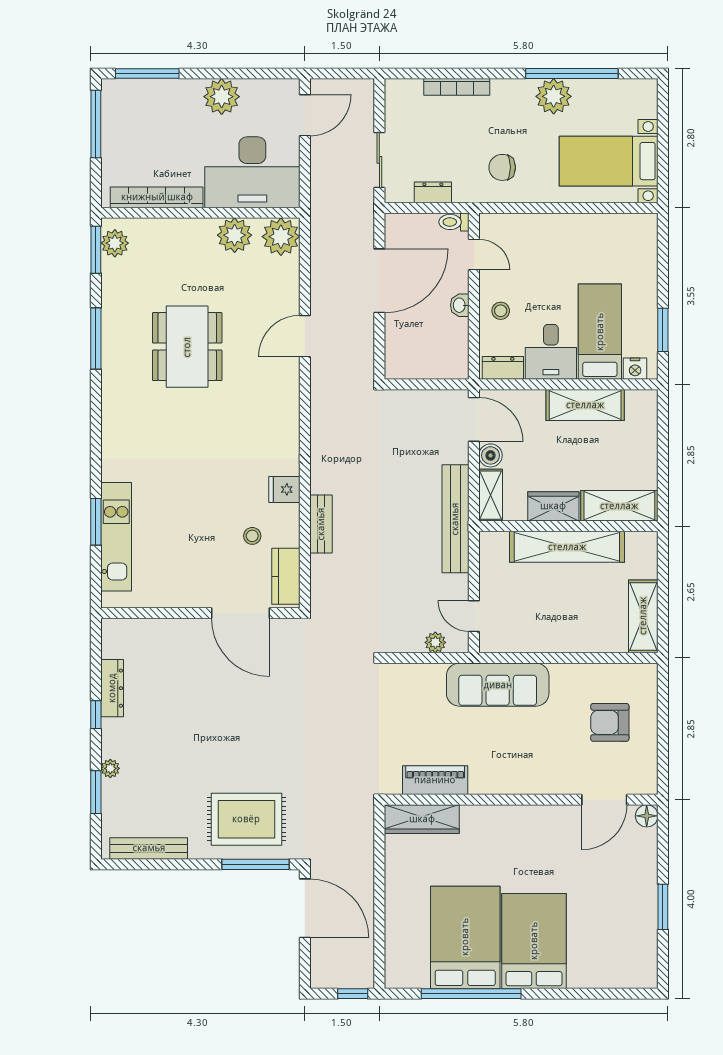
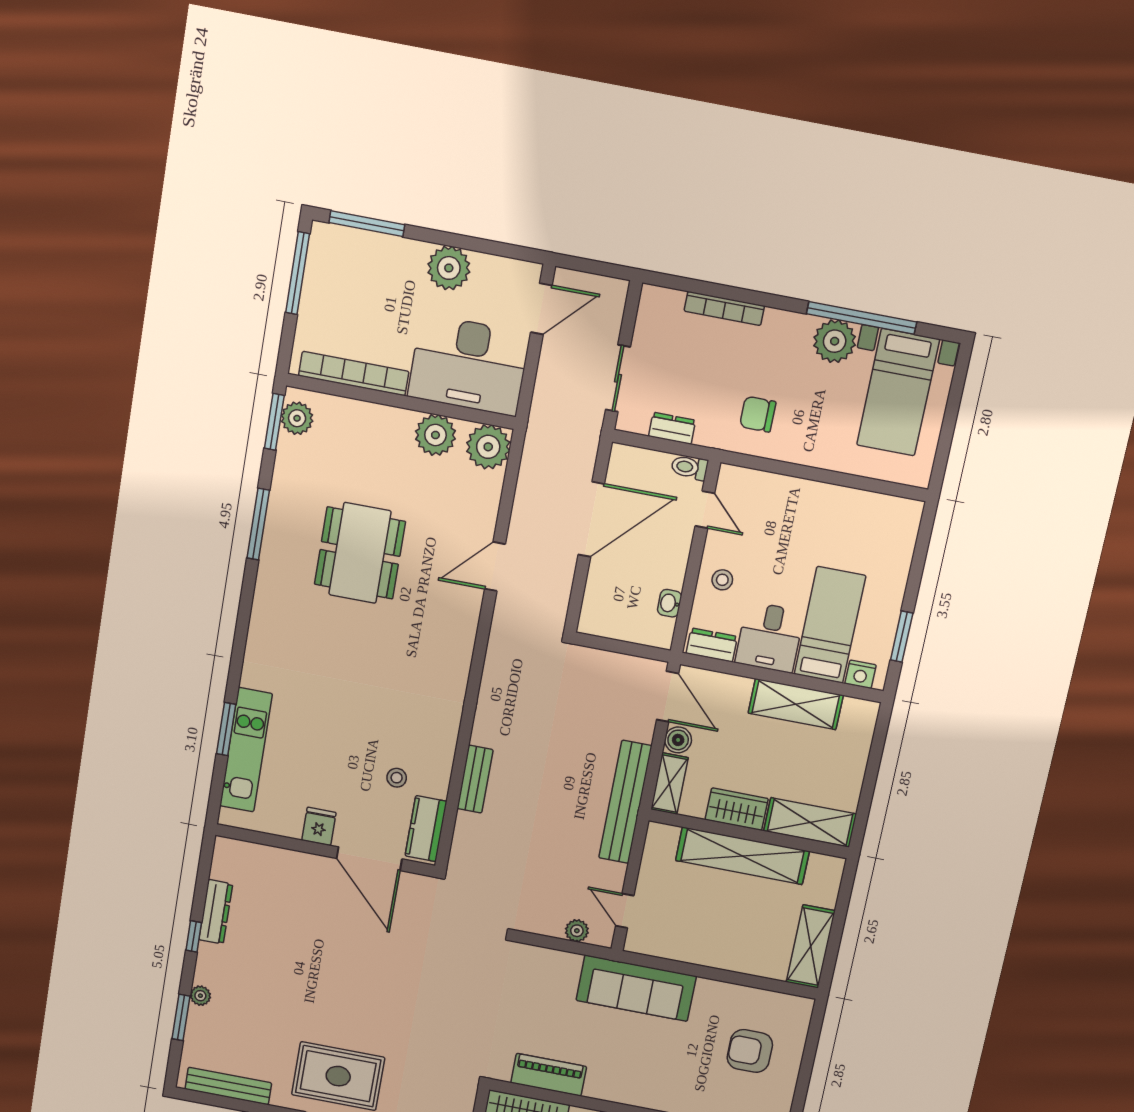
bed with nightstands: (609, 161) -> (898, 392), moved, turned -90
washbasin: (460, 305) -> (670, 603), moved
fridge: (284, 489) -> (319, 826), moved, turned 90

